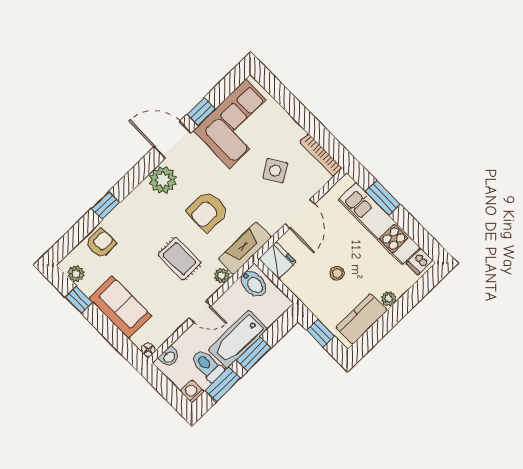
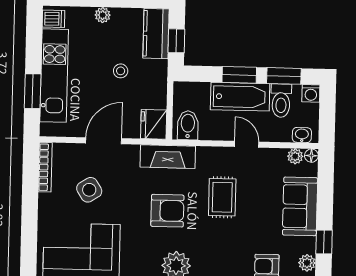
plant: (222, 276) -> (295, 156), moved
kitchen counter: (362, 319) -> (156, 34), moved, turned 90

